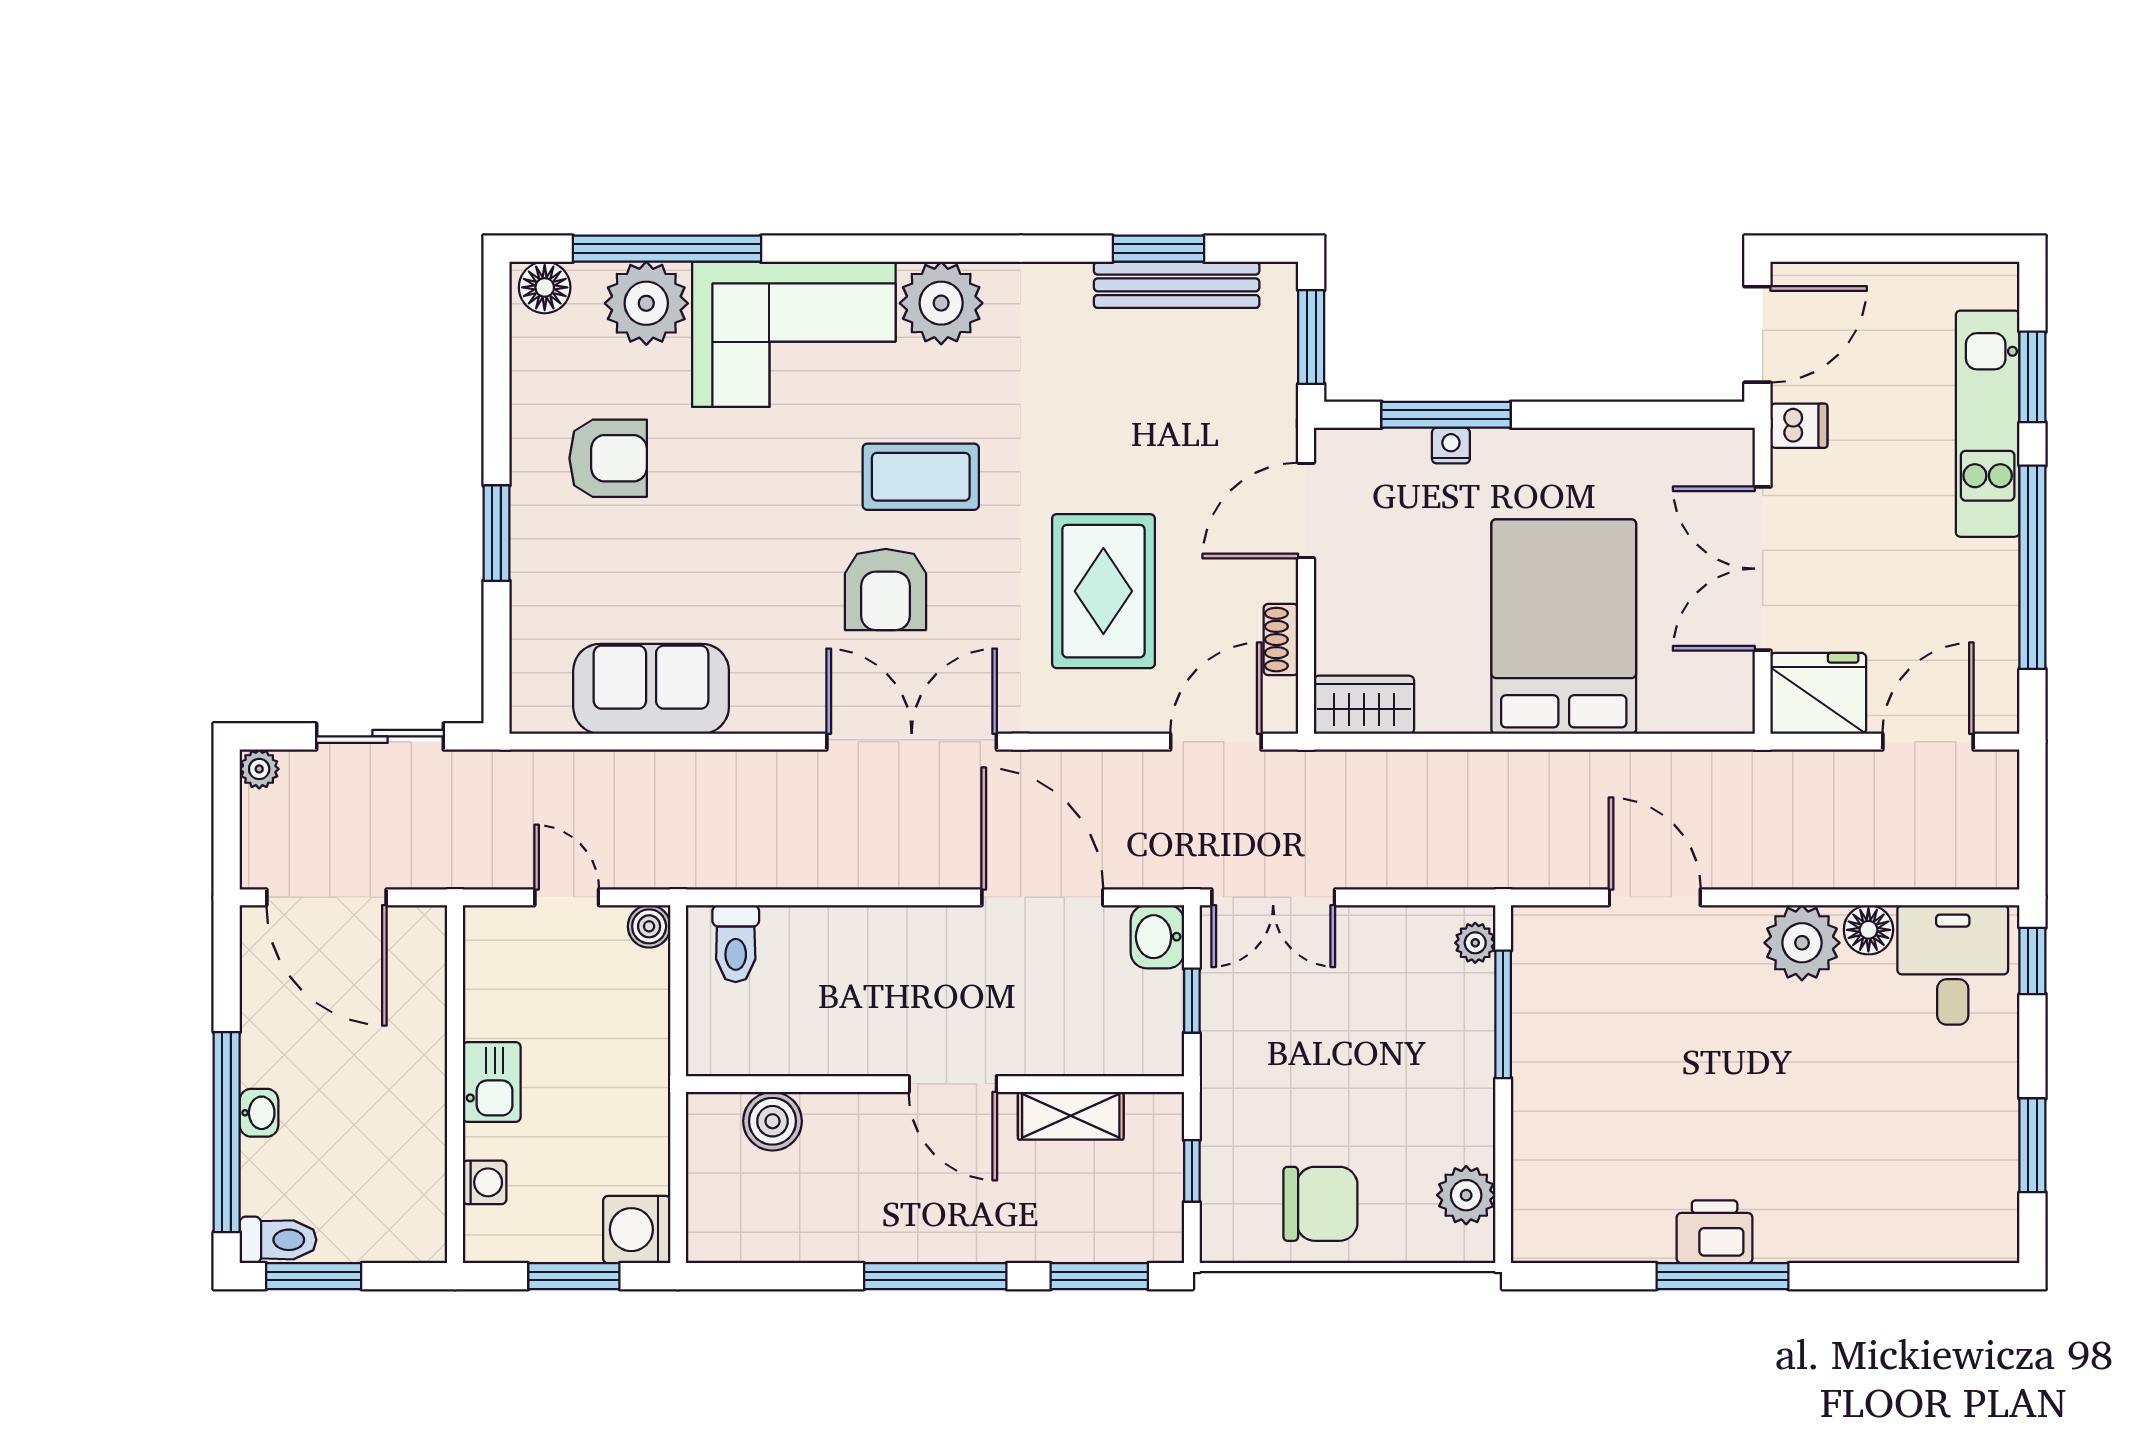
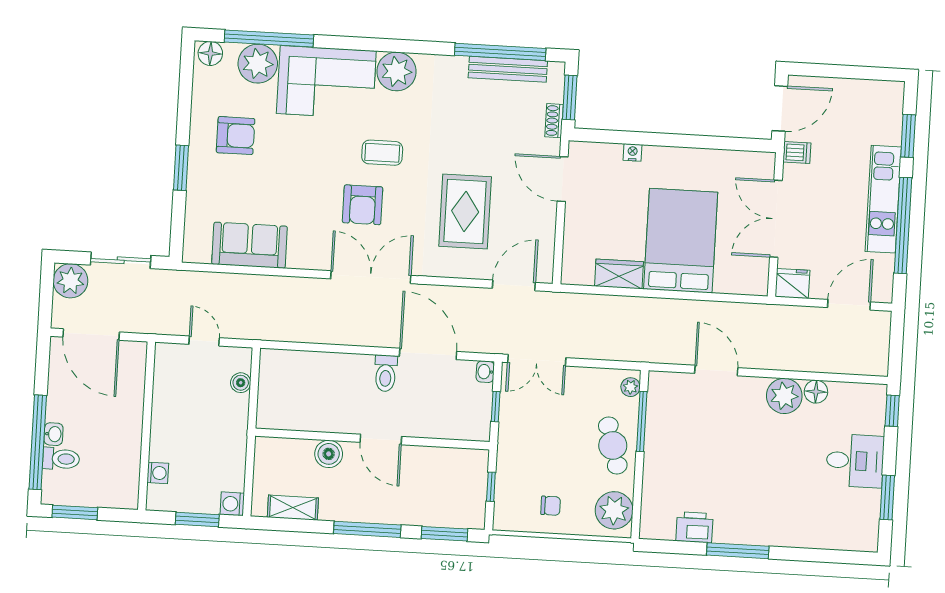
window: (1158, 249) -> (500, 52), width x2.11
window: (1446, 415) -> (631, 138), removed
kitchen unit: (1988, 424) -> (883, 199), moved
coffee table: (921, 477) -> (382, 153), width x0.73, depth x0.77
door: (1306, 510) -> (563, 179), hinge flipped
shoe rack: (1281, 640) -> (554, 121), moved
fridge: (1818, 693) -> (792, 283), width x0.73, depth x0.75
wardrobe: (1364, 705) -> (619, 274), moved
plant: (259, 769) -> (70, 281), width x1.88, depth x1.88
boiler: (649, 926) -> (241, 383), moved
washbasin: (1157, 937) -> (485, 372), width x0.72, depth x0.69
toilet: (736, 944) -> (386, 373), moved
desk: (1953, 965) -> (855, 461), moved, turned 90
cafe table: (1445, 1069) -> (613, 445), added
kitchen sink: (492, 1082) -> (164, 426), removed
shelving: (1071, 1116) -> (293, 508), moved
boiler: (772, 1121) -> (329, 454), moved
plant: (1466, 1195) -> (614, 510), width x1.36, depth x1.36
chair: (1320, 1204) -> (551, 506), width x0.54, depth x0.54
washing machine: (637, 1230) -> (232, 504), width x0.73, depth x0.73
printer: (1715, 1232) -> (694, 527), moved
toilet: (278, 1240) -> (61, 459), moved

